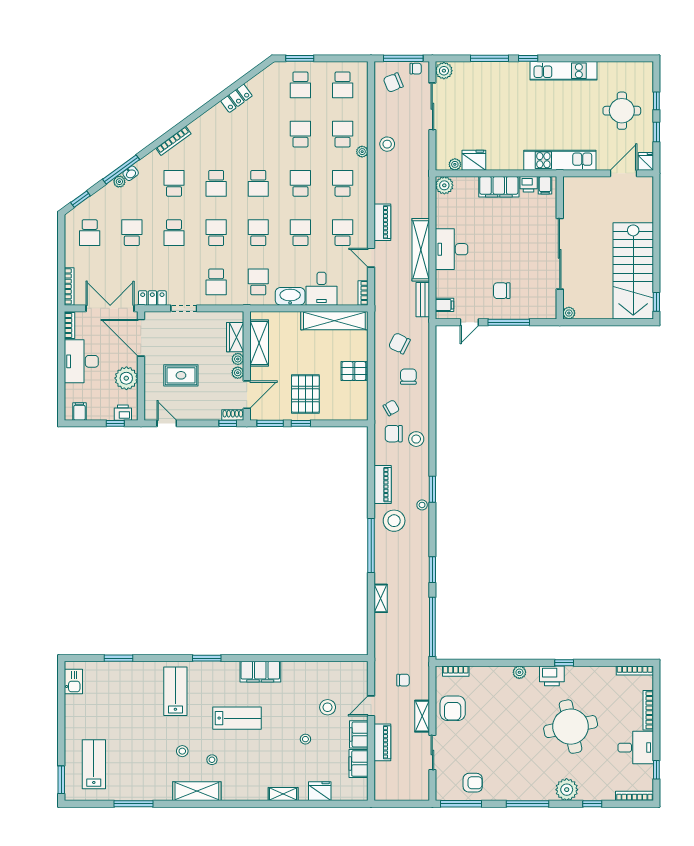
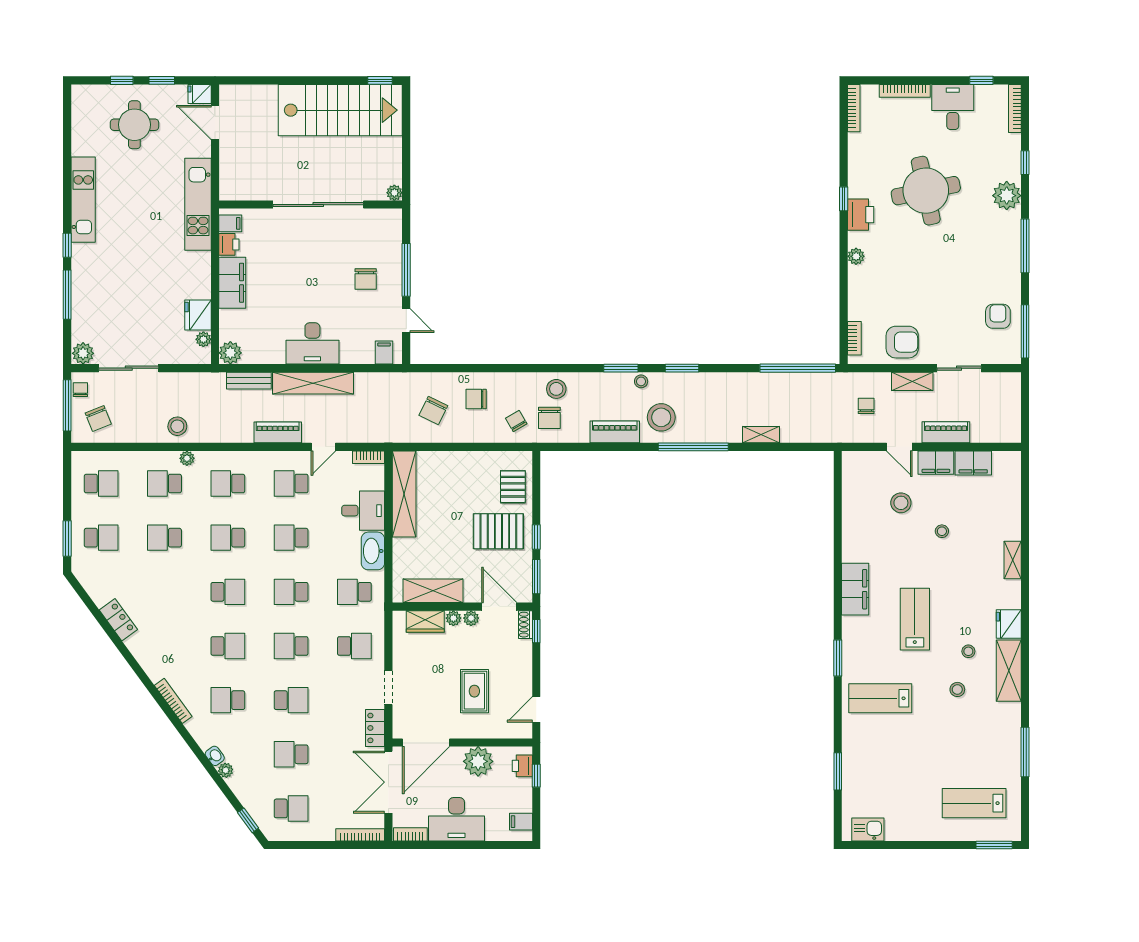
window: (121, 169) -> (210, 768), removed
bench: (423, 300) -> (249, 381), moved
pallet: (354, 371) -> (513, 487), moved
window: (432, 570) -> (682, 368), moved
fridge: (320, 791) -> (1009, 624), moved

